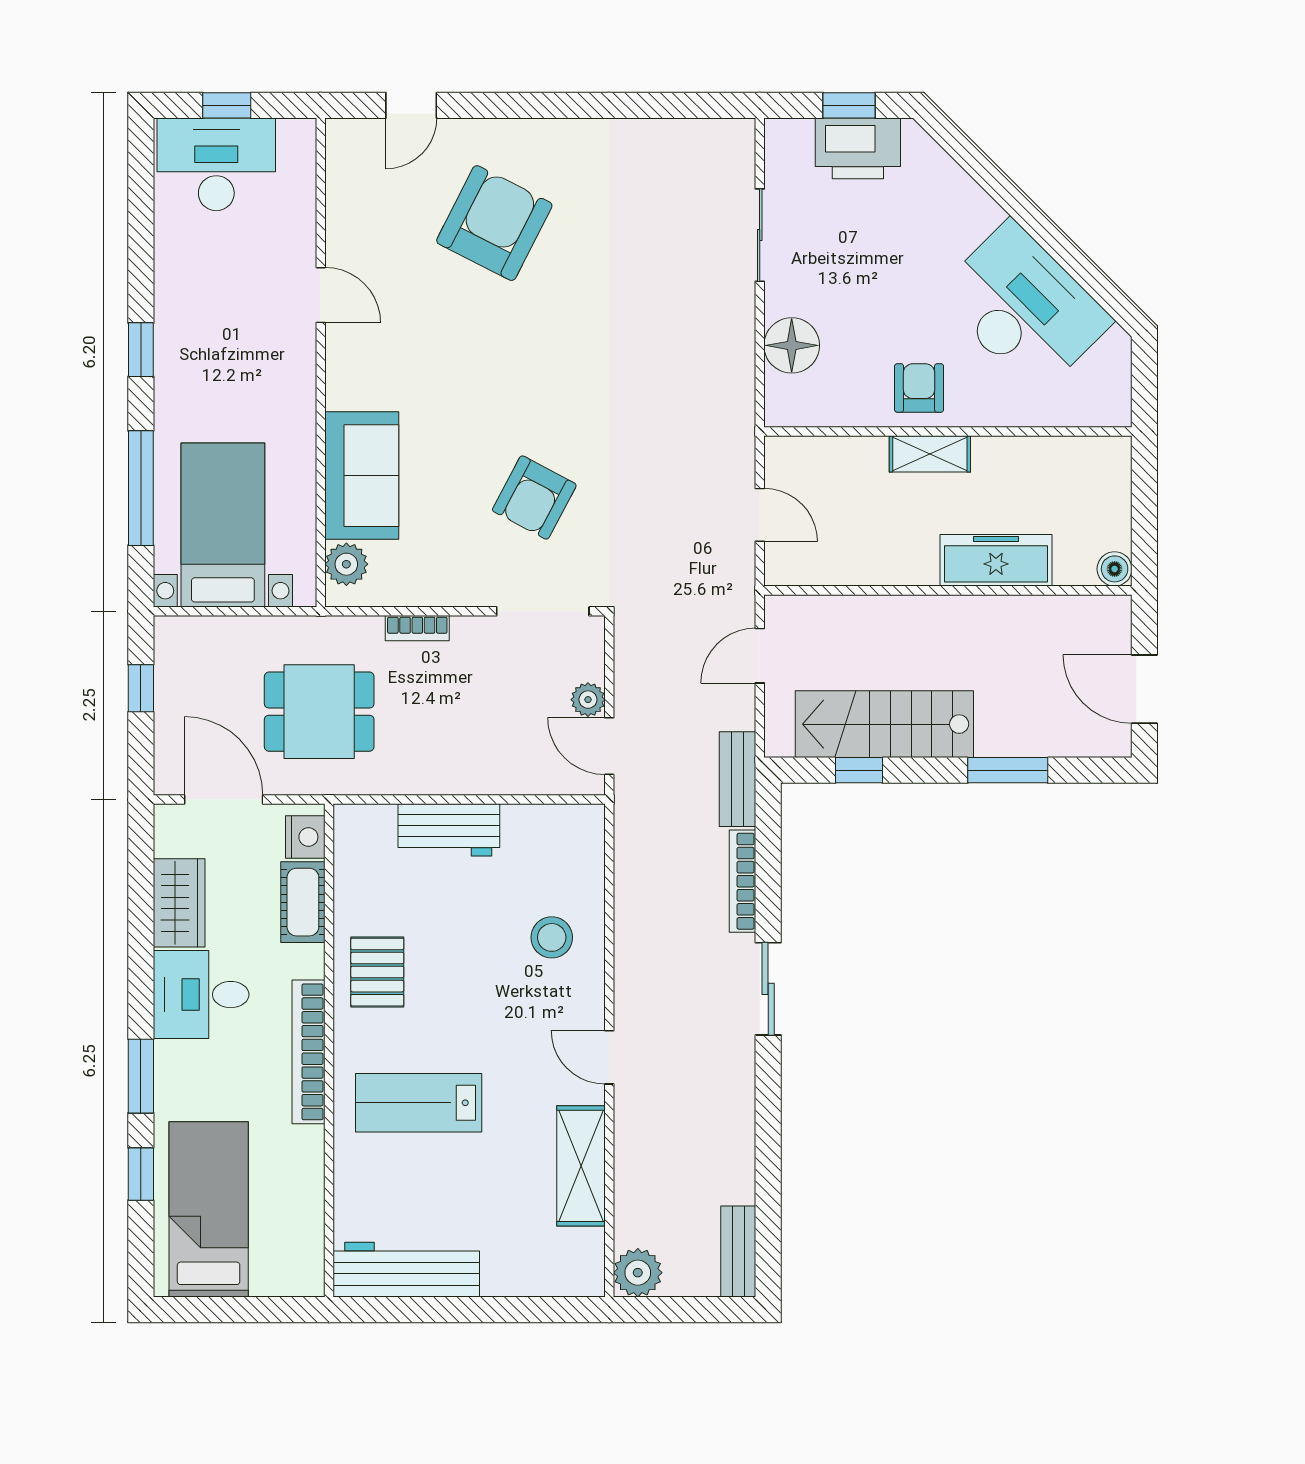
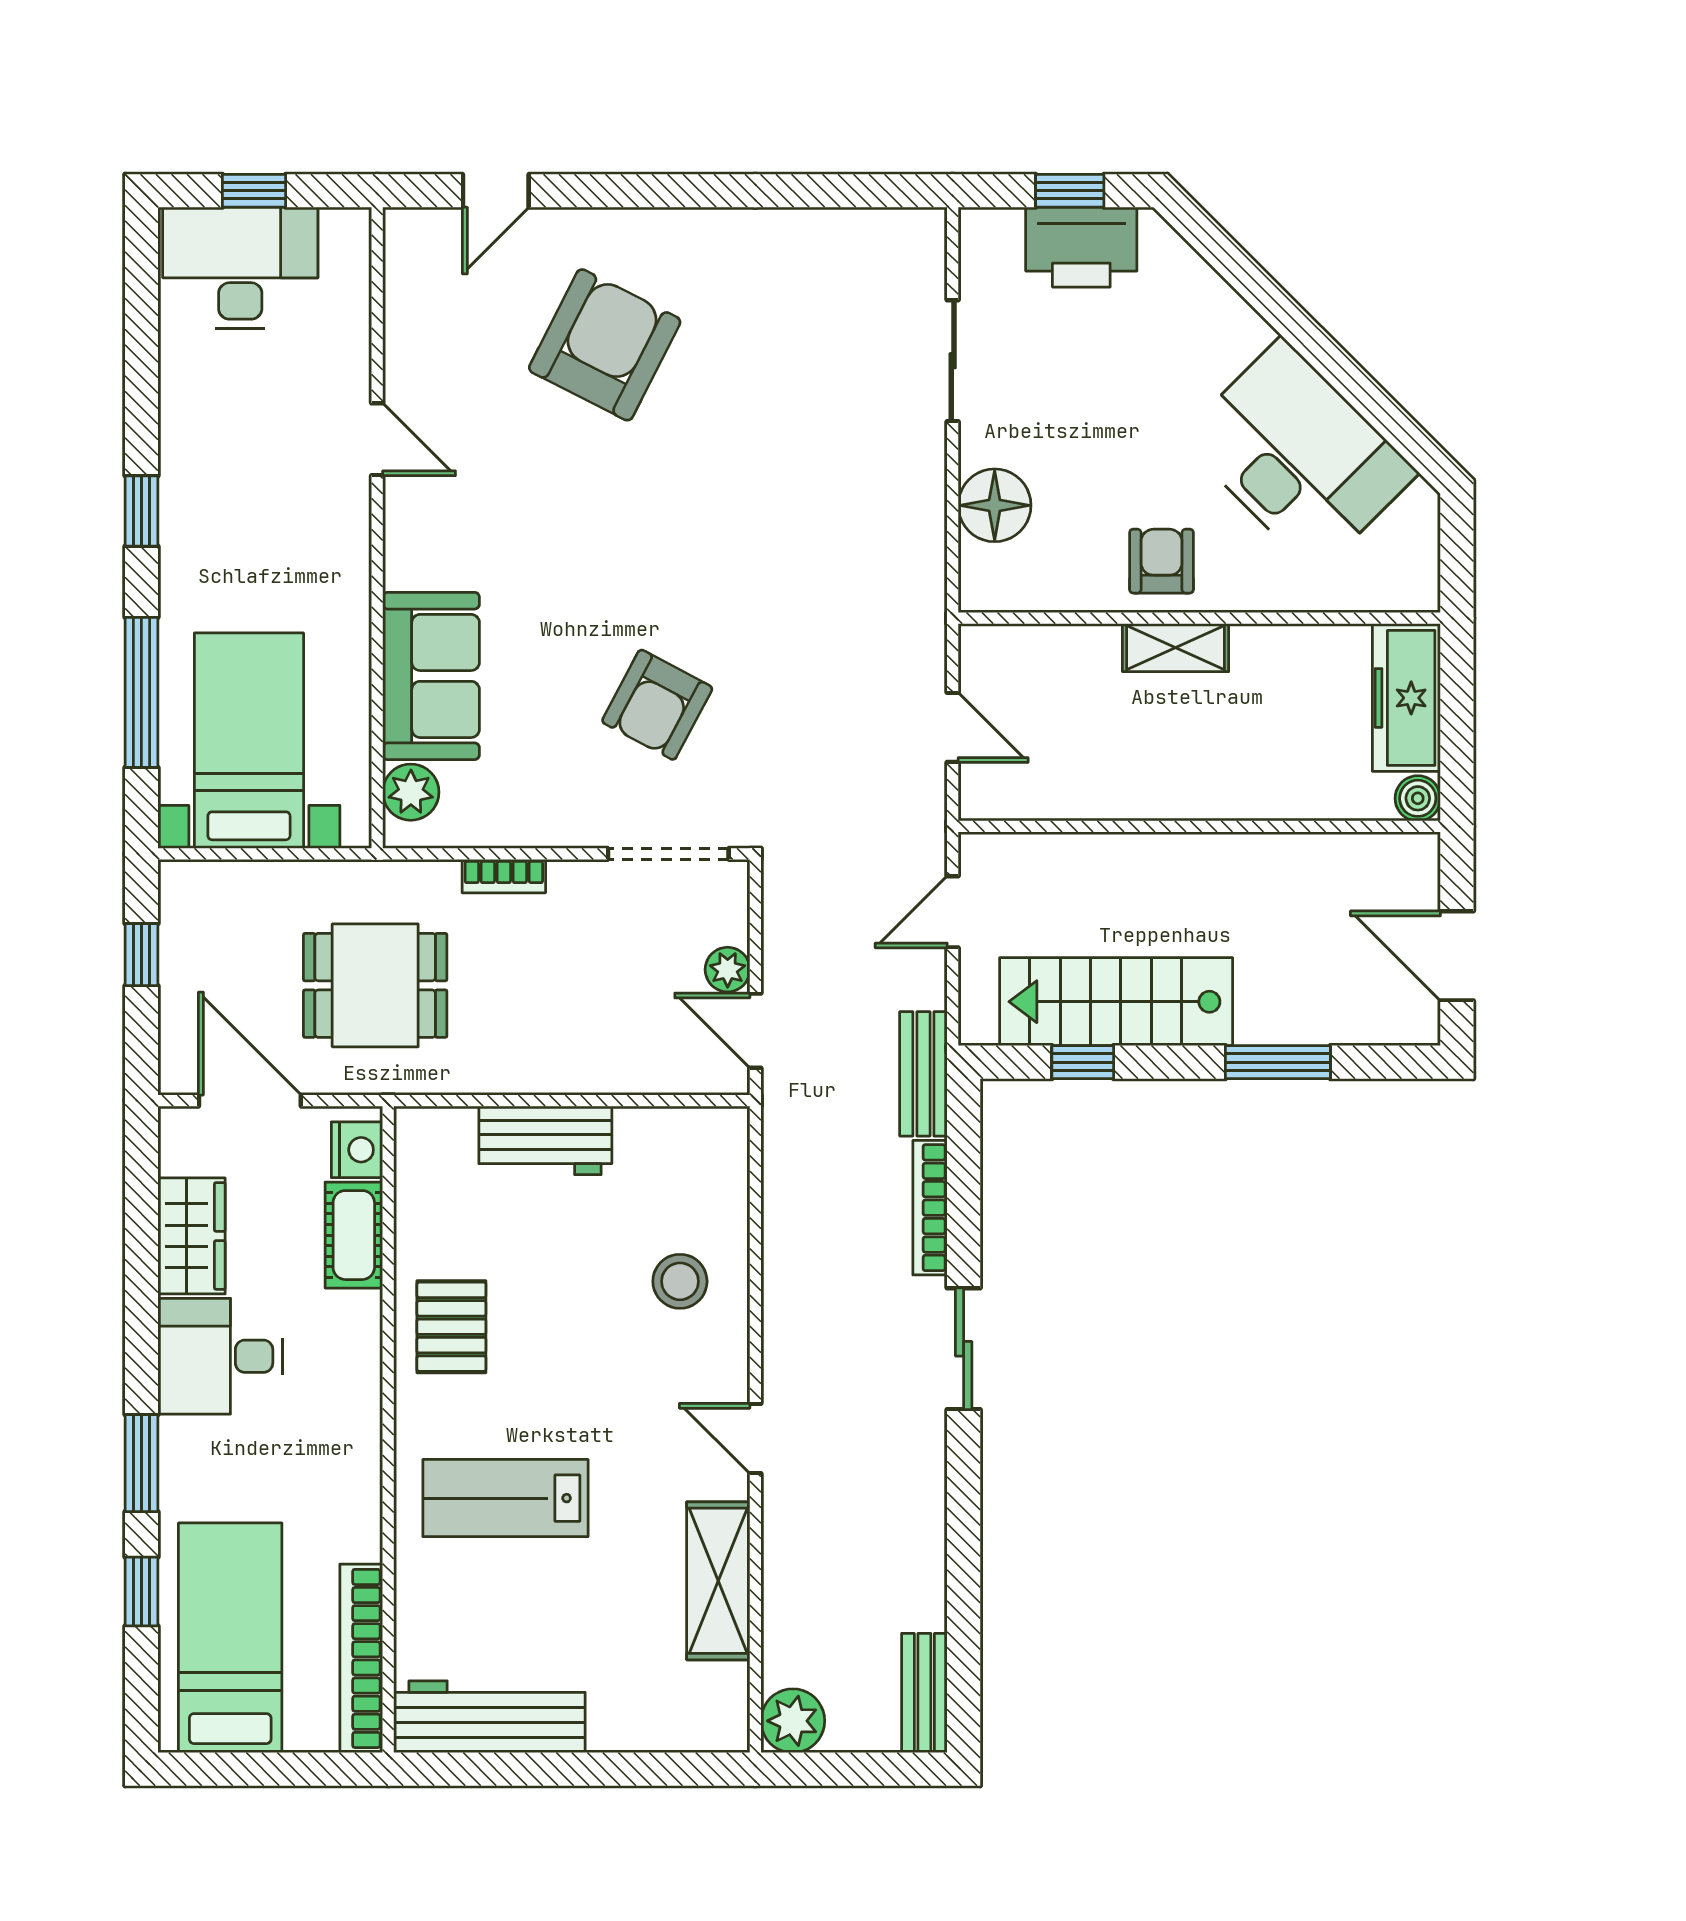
freezer: (996, 560) -> (1406, 698), moved, turned -90
bookcase: (309, 1052) -> (361, 1658), moved

